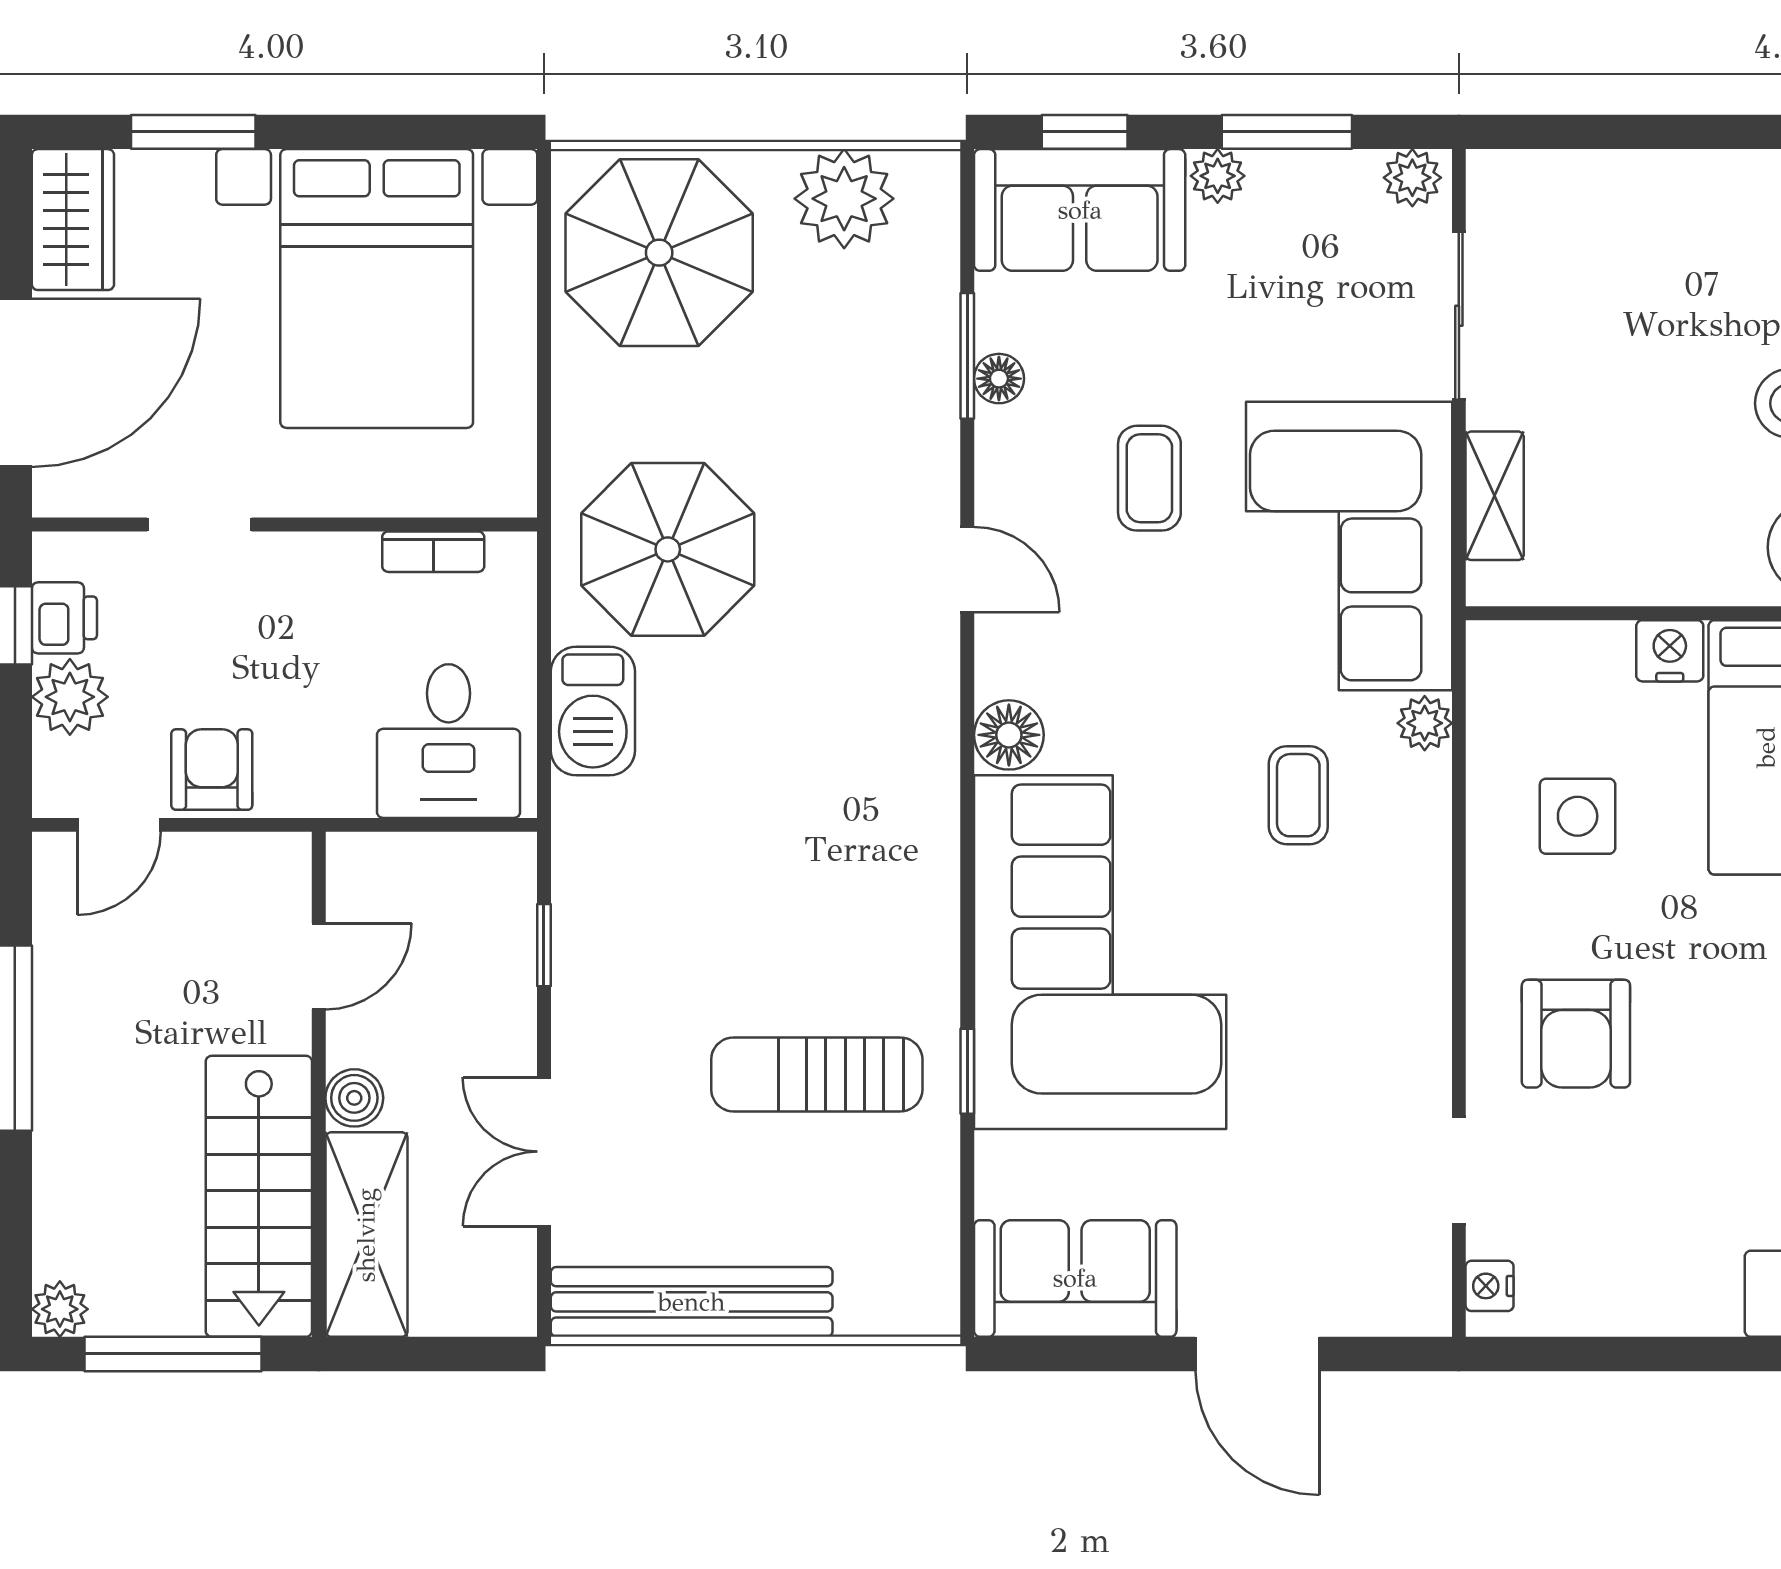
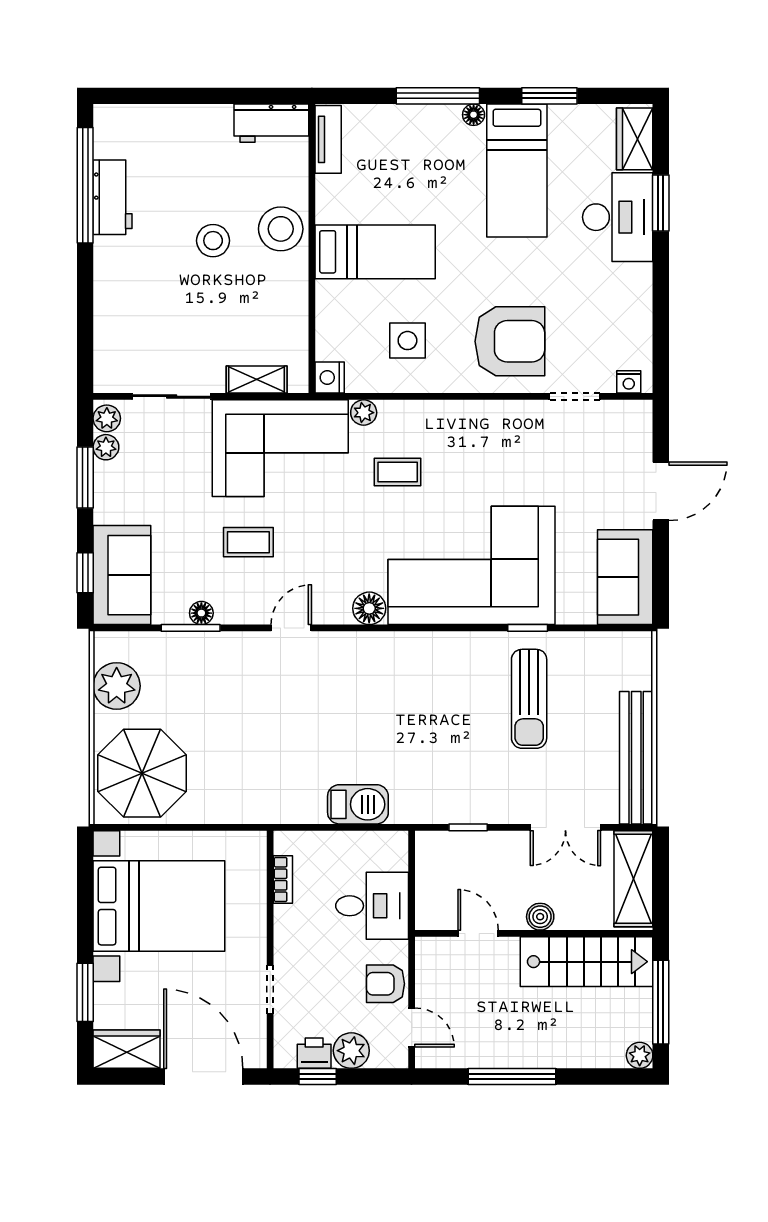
plant: (1218, 176) -> (106, 447), moved
parasol: (668, 549) -> (282, 769), removed
nightstand: (1670, 651) -> (330, 377), moved
desk: (449, 741) -> (372, 906), moved
armchair: (1576, 1034) -> (510, 341), width x1.36, depth x1.36
shelving: (366, 1235) -> (633, 879), moved, turned 90

